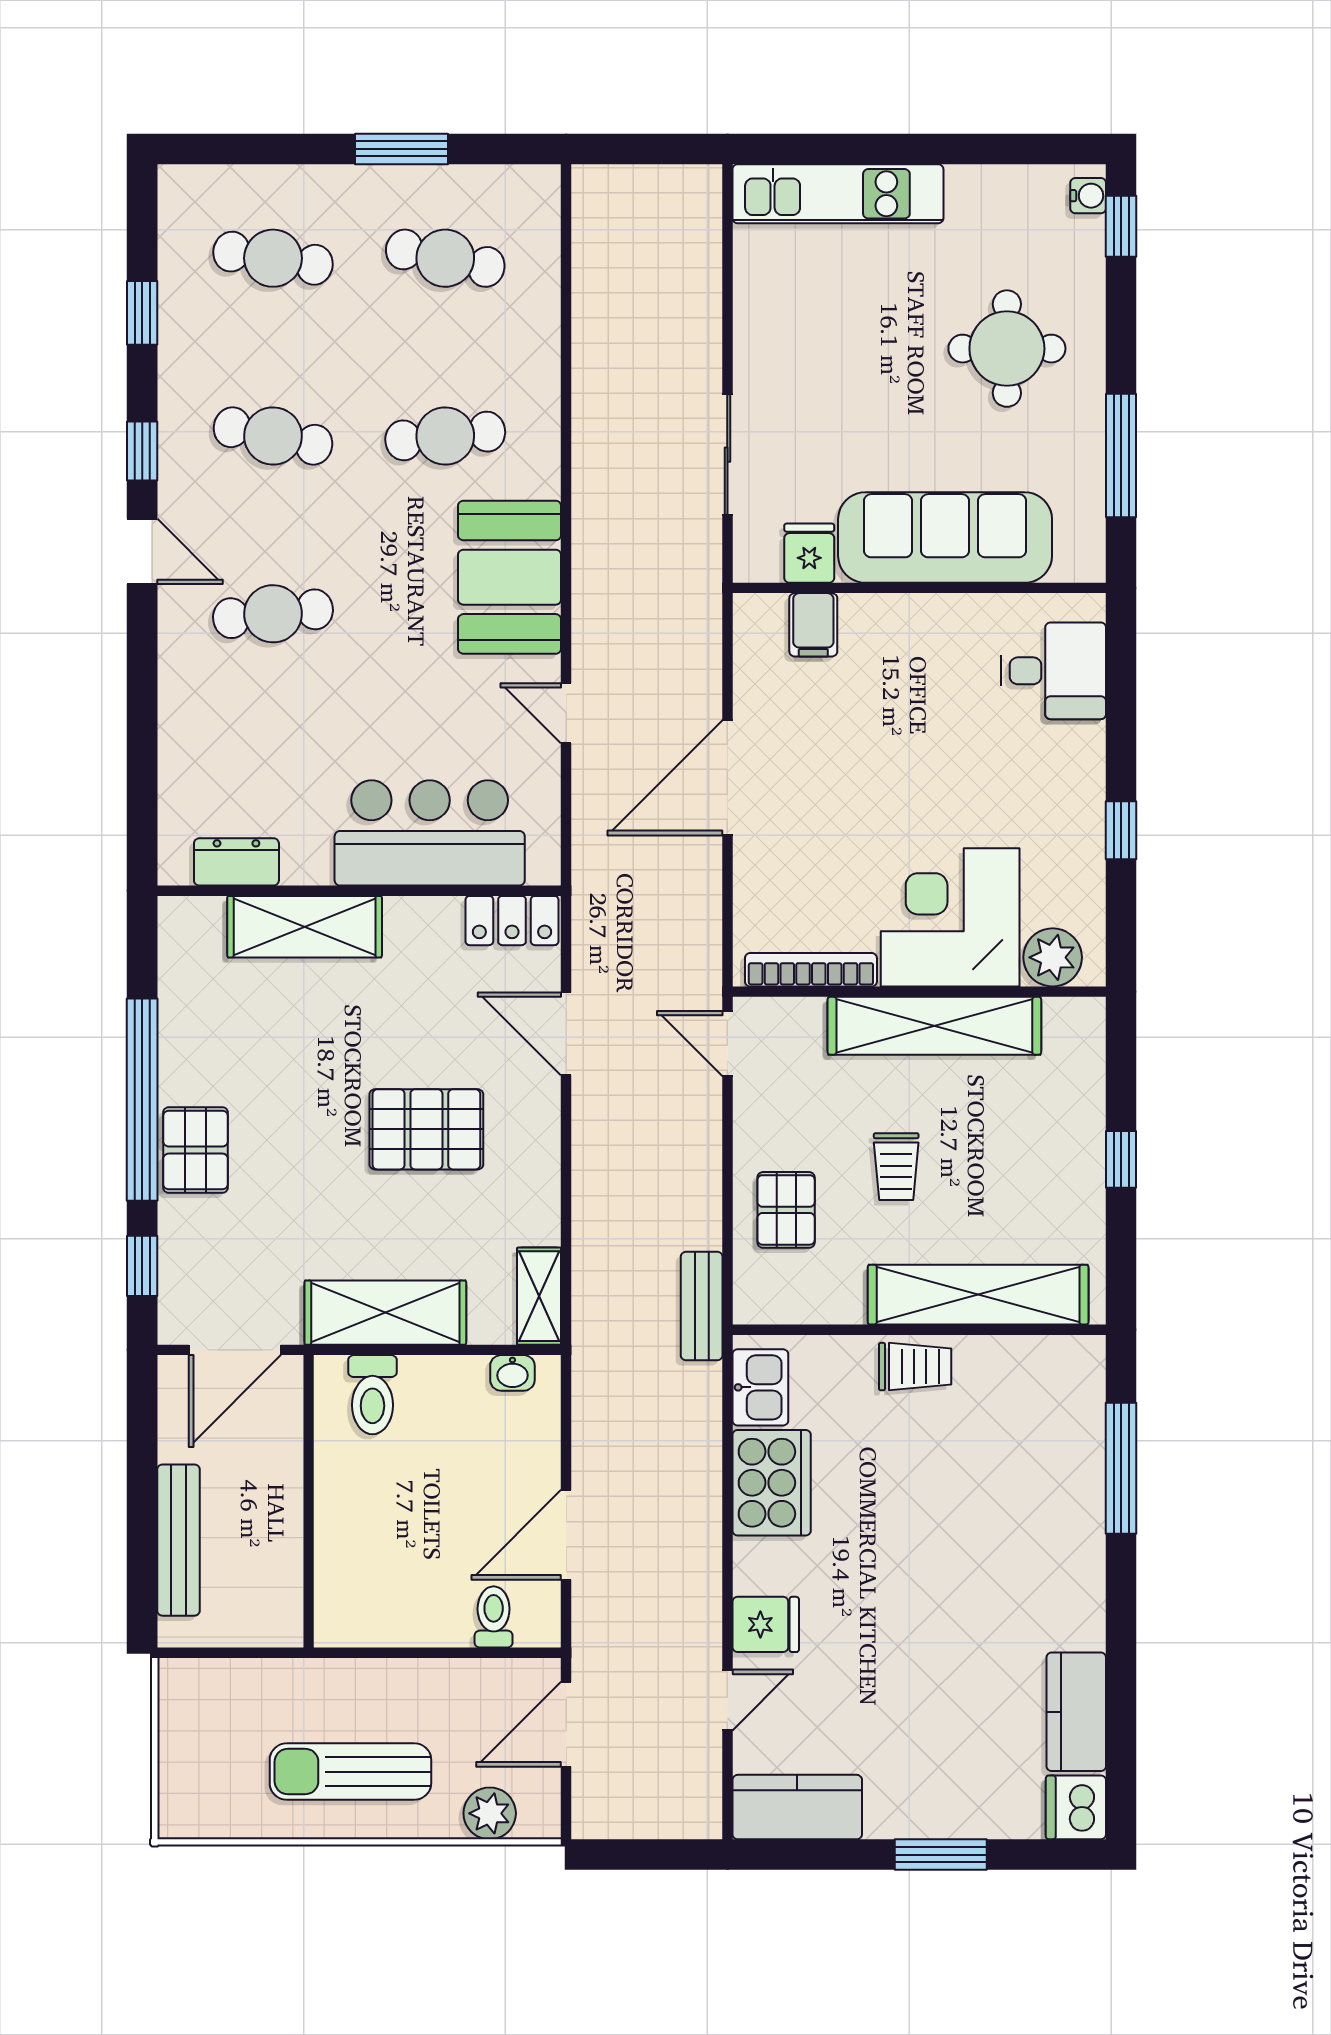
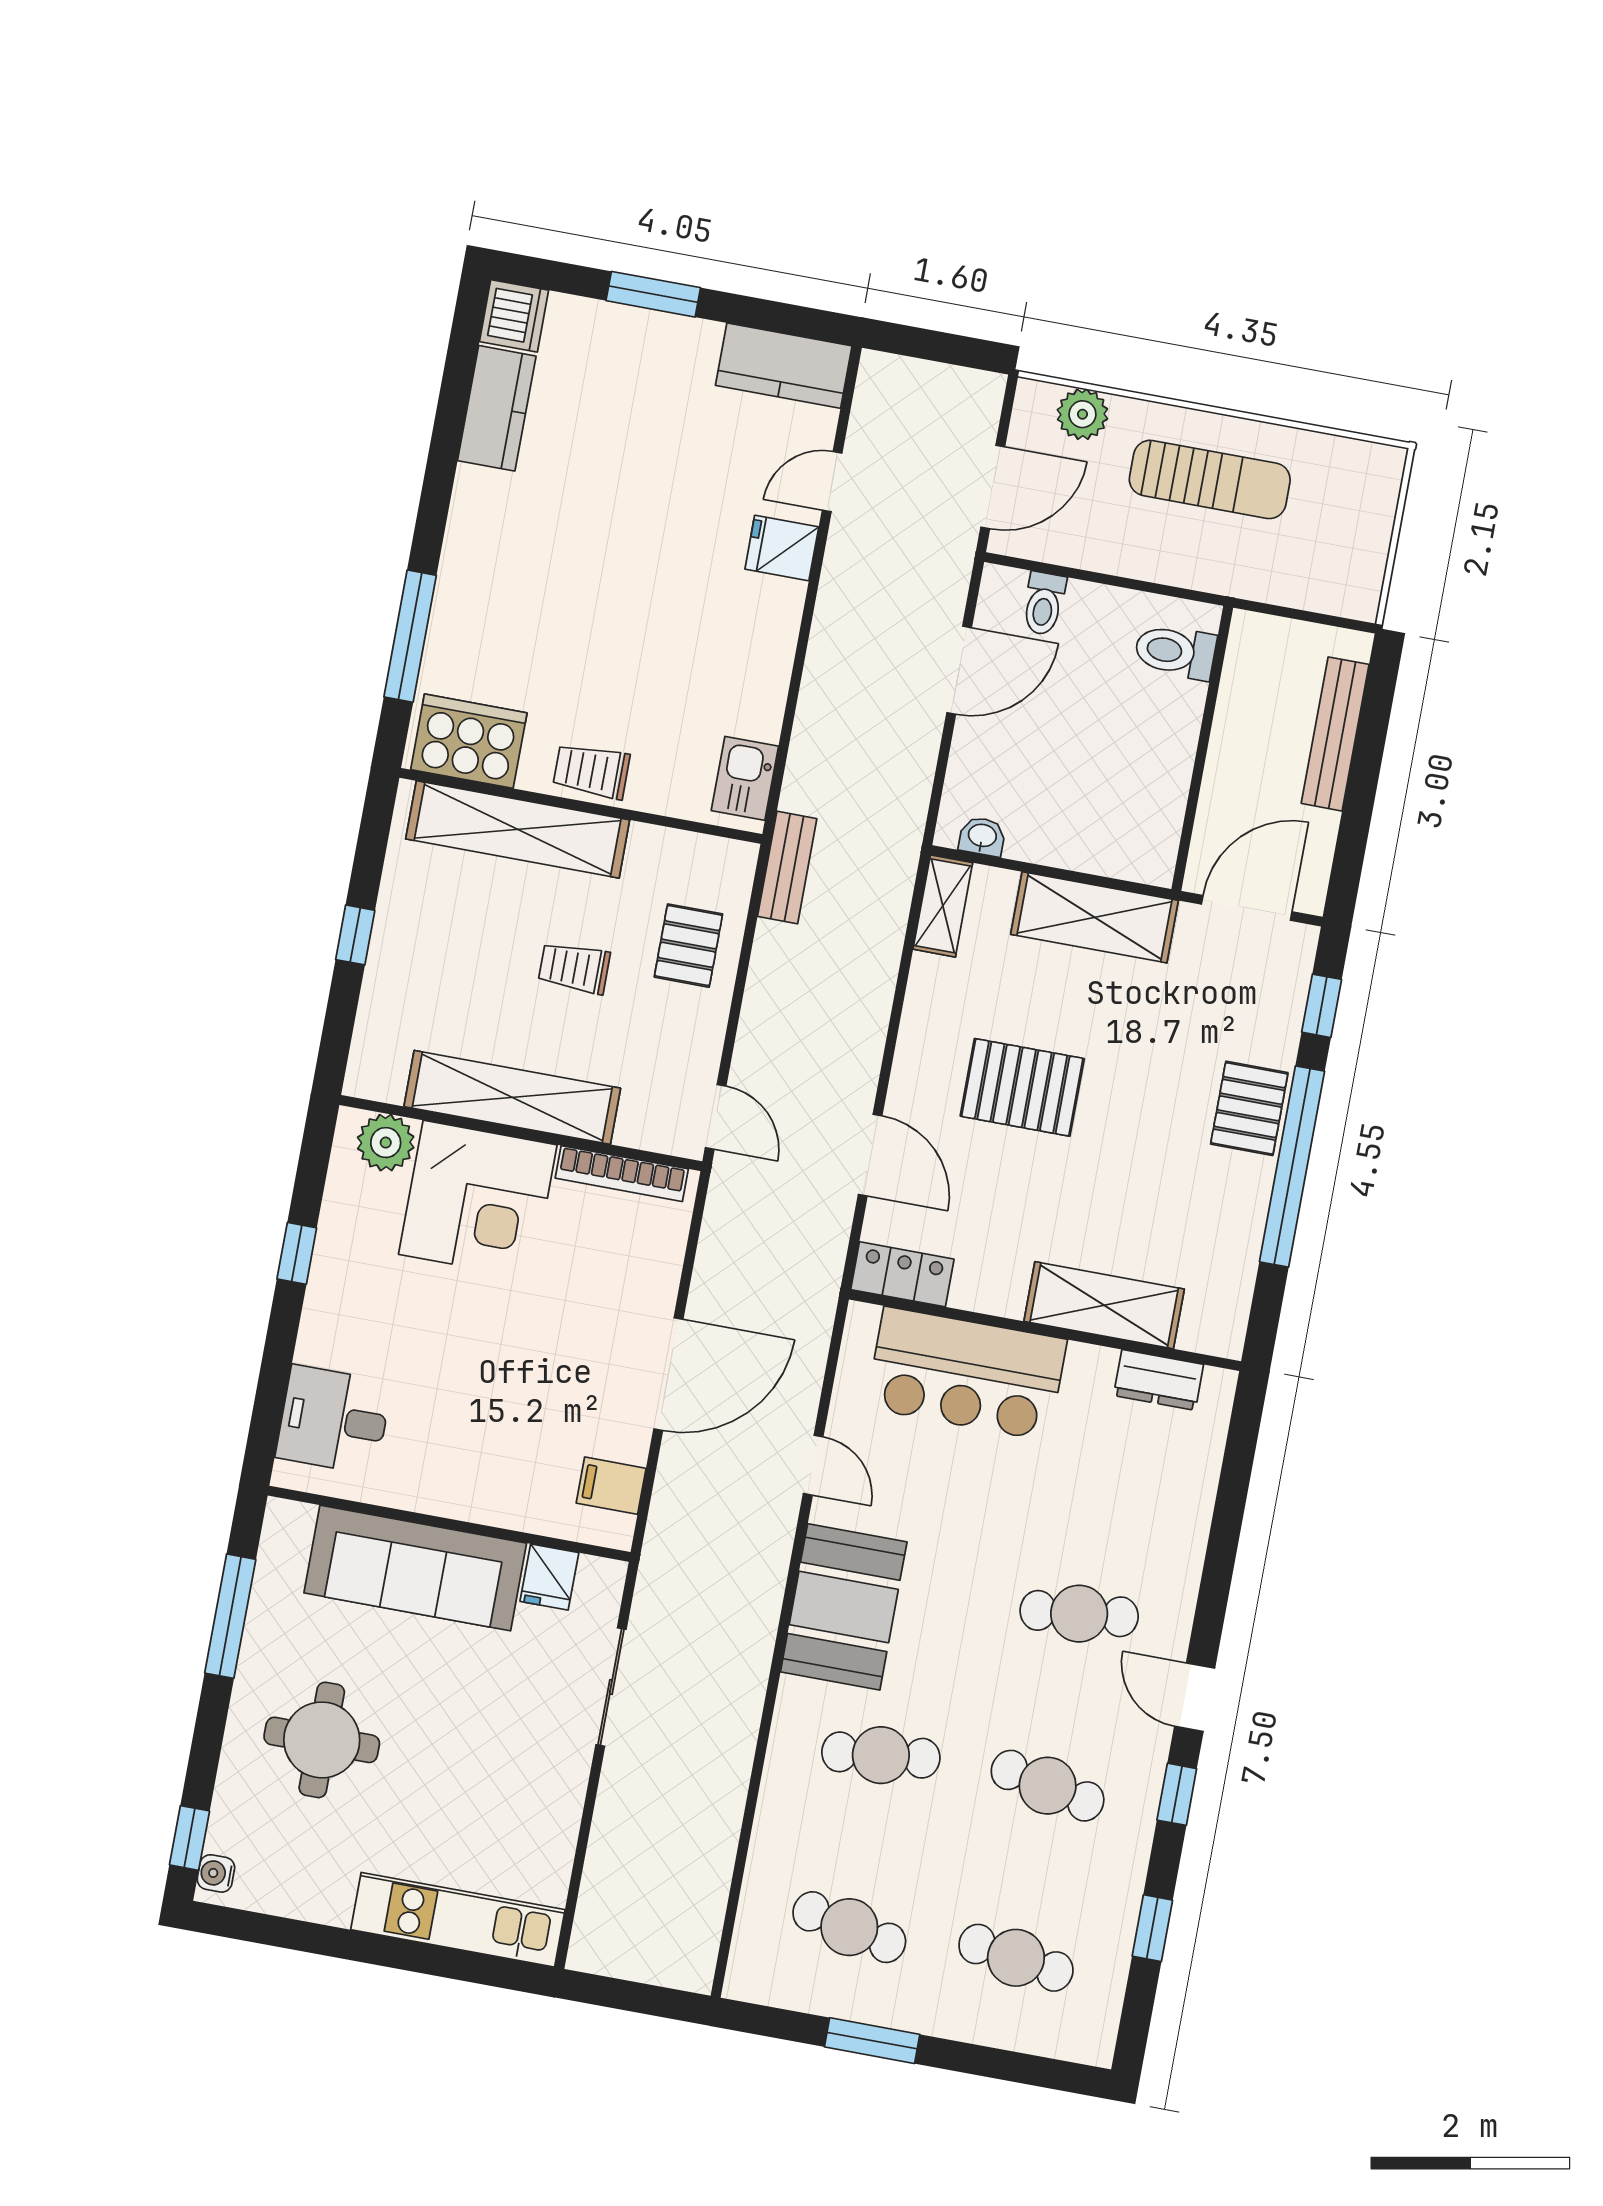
filing cabinet: (813, 625) -> (611, 1486), moved, turned -90
trolley: (896, 1167) -> (574, 968), turned -90
toilet: (372, 1395) -> (1175, 652), moved, turned -90
cooker: (772, 1483) -> (469, 741), moved, turned 90

